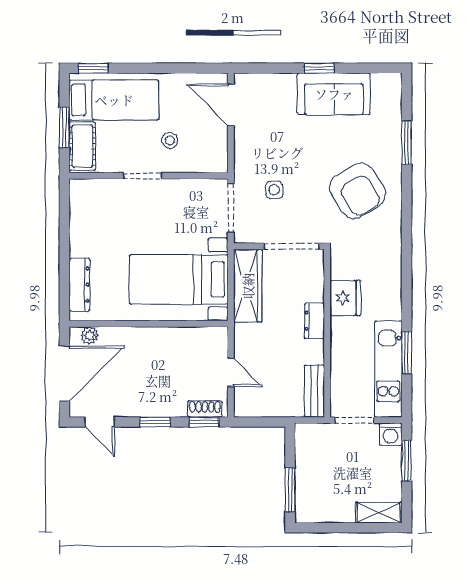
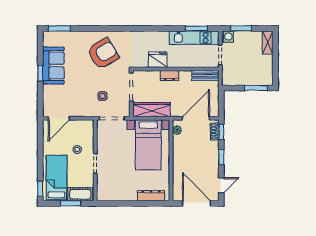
window: (407, 143) -> (59, 28), moved
plant: (90, 335) -> (177, 130), moved
window: (407, 353) -> (196, 28), moved
door: (231, 372) -> (196, 118), width x1.88

